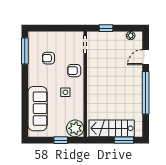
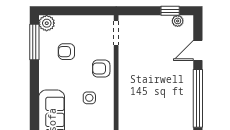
window: (106, 28) -> (170, 11), moved
plant: (34, 37) -> (47, 23), added

